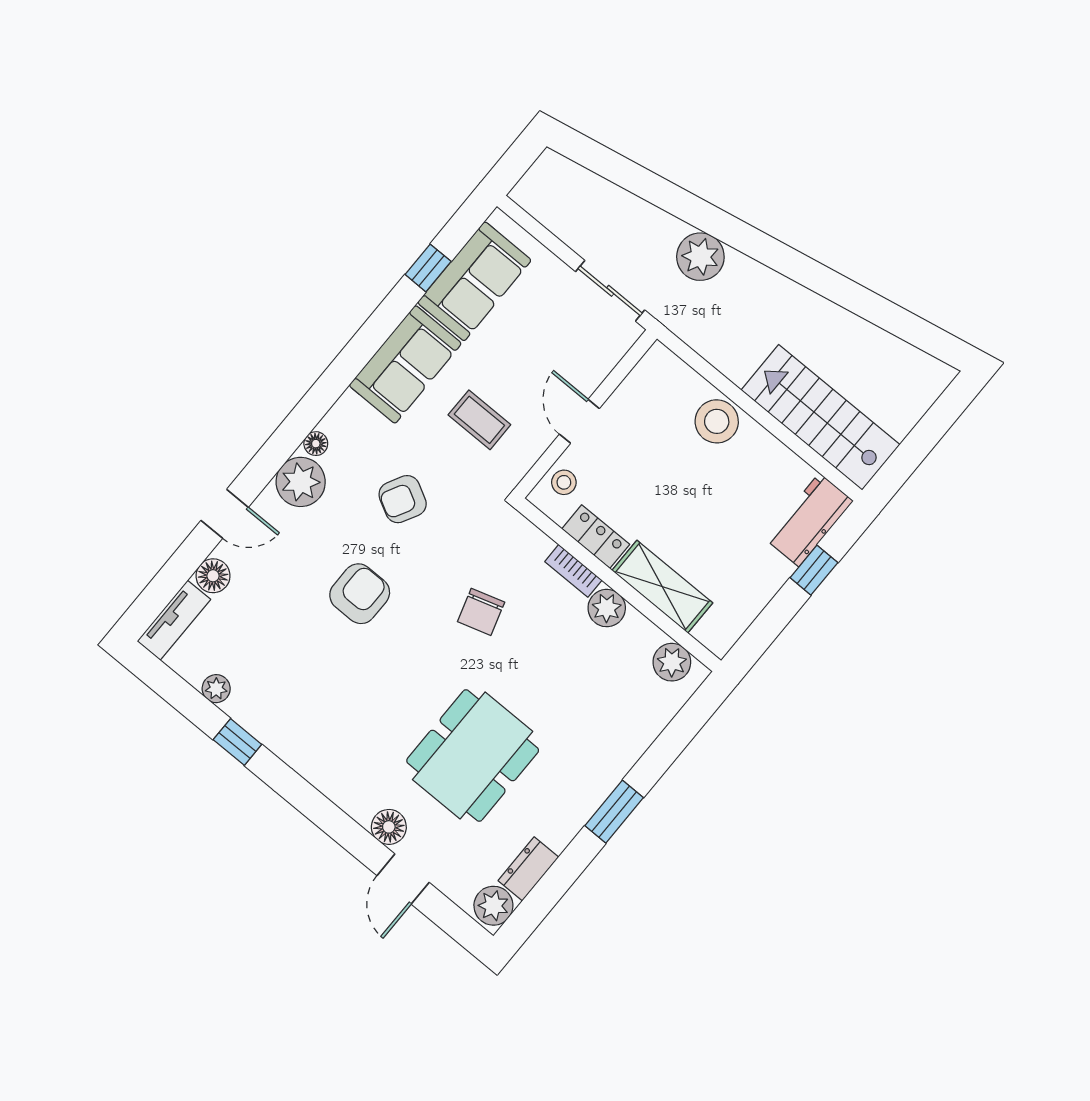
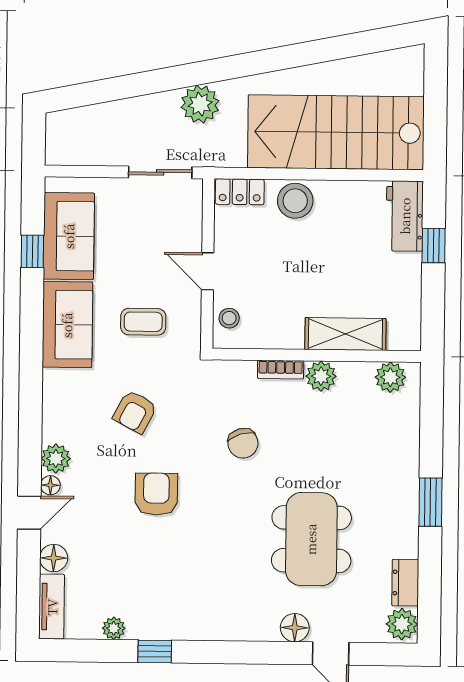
stairs: (820, 417) -> (336, 132), width x1.36, depth x1.51
floor lamp: (316, 444) -> (50, 485), moved
plant: (301, 482) -> (56, 459), width x0.73, depth x0.73
locker: (596, 537) -> (240, 192), moved, turned 180

